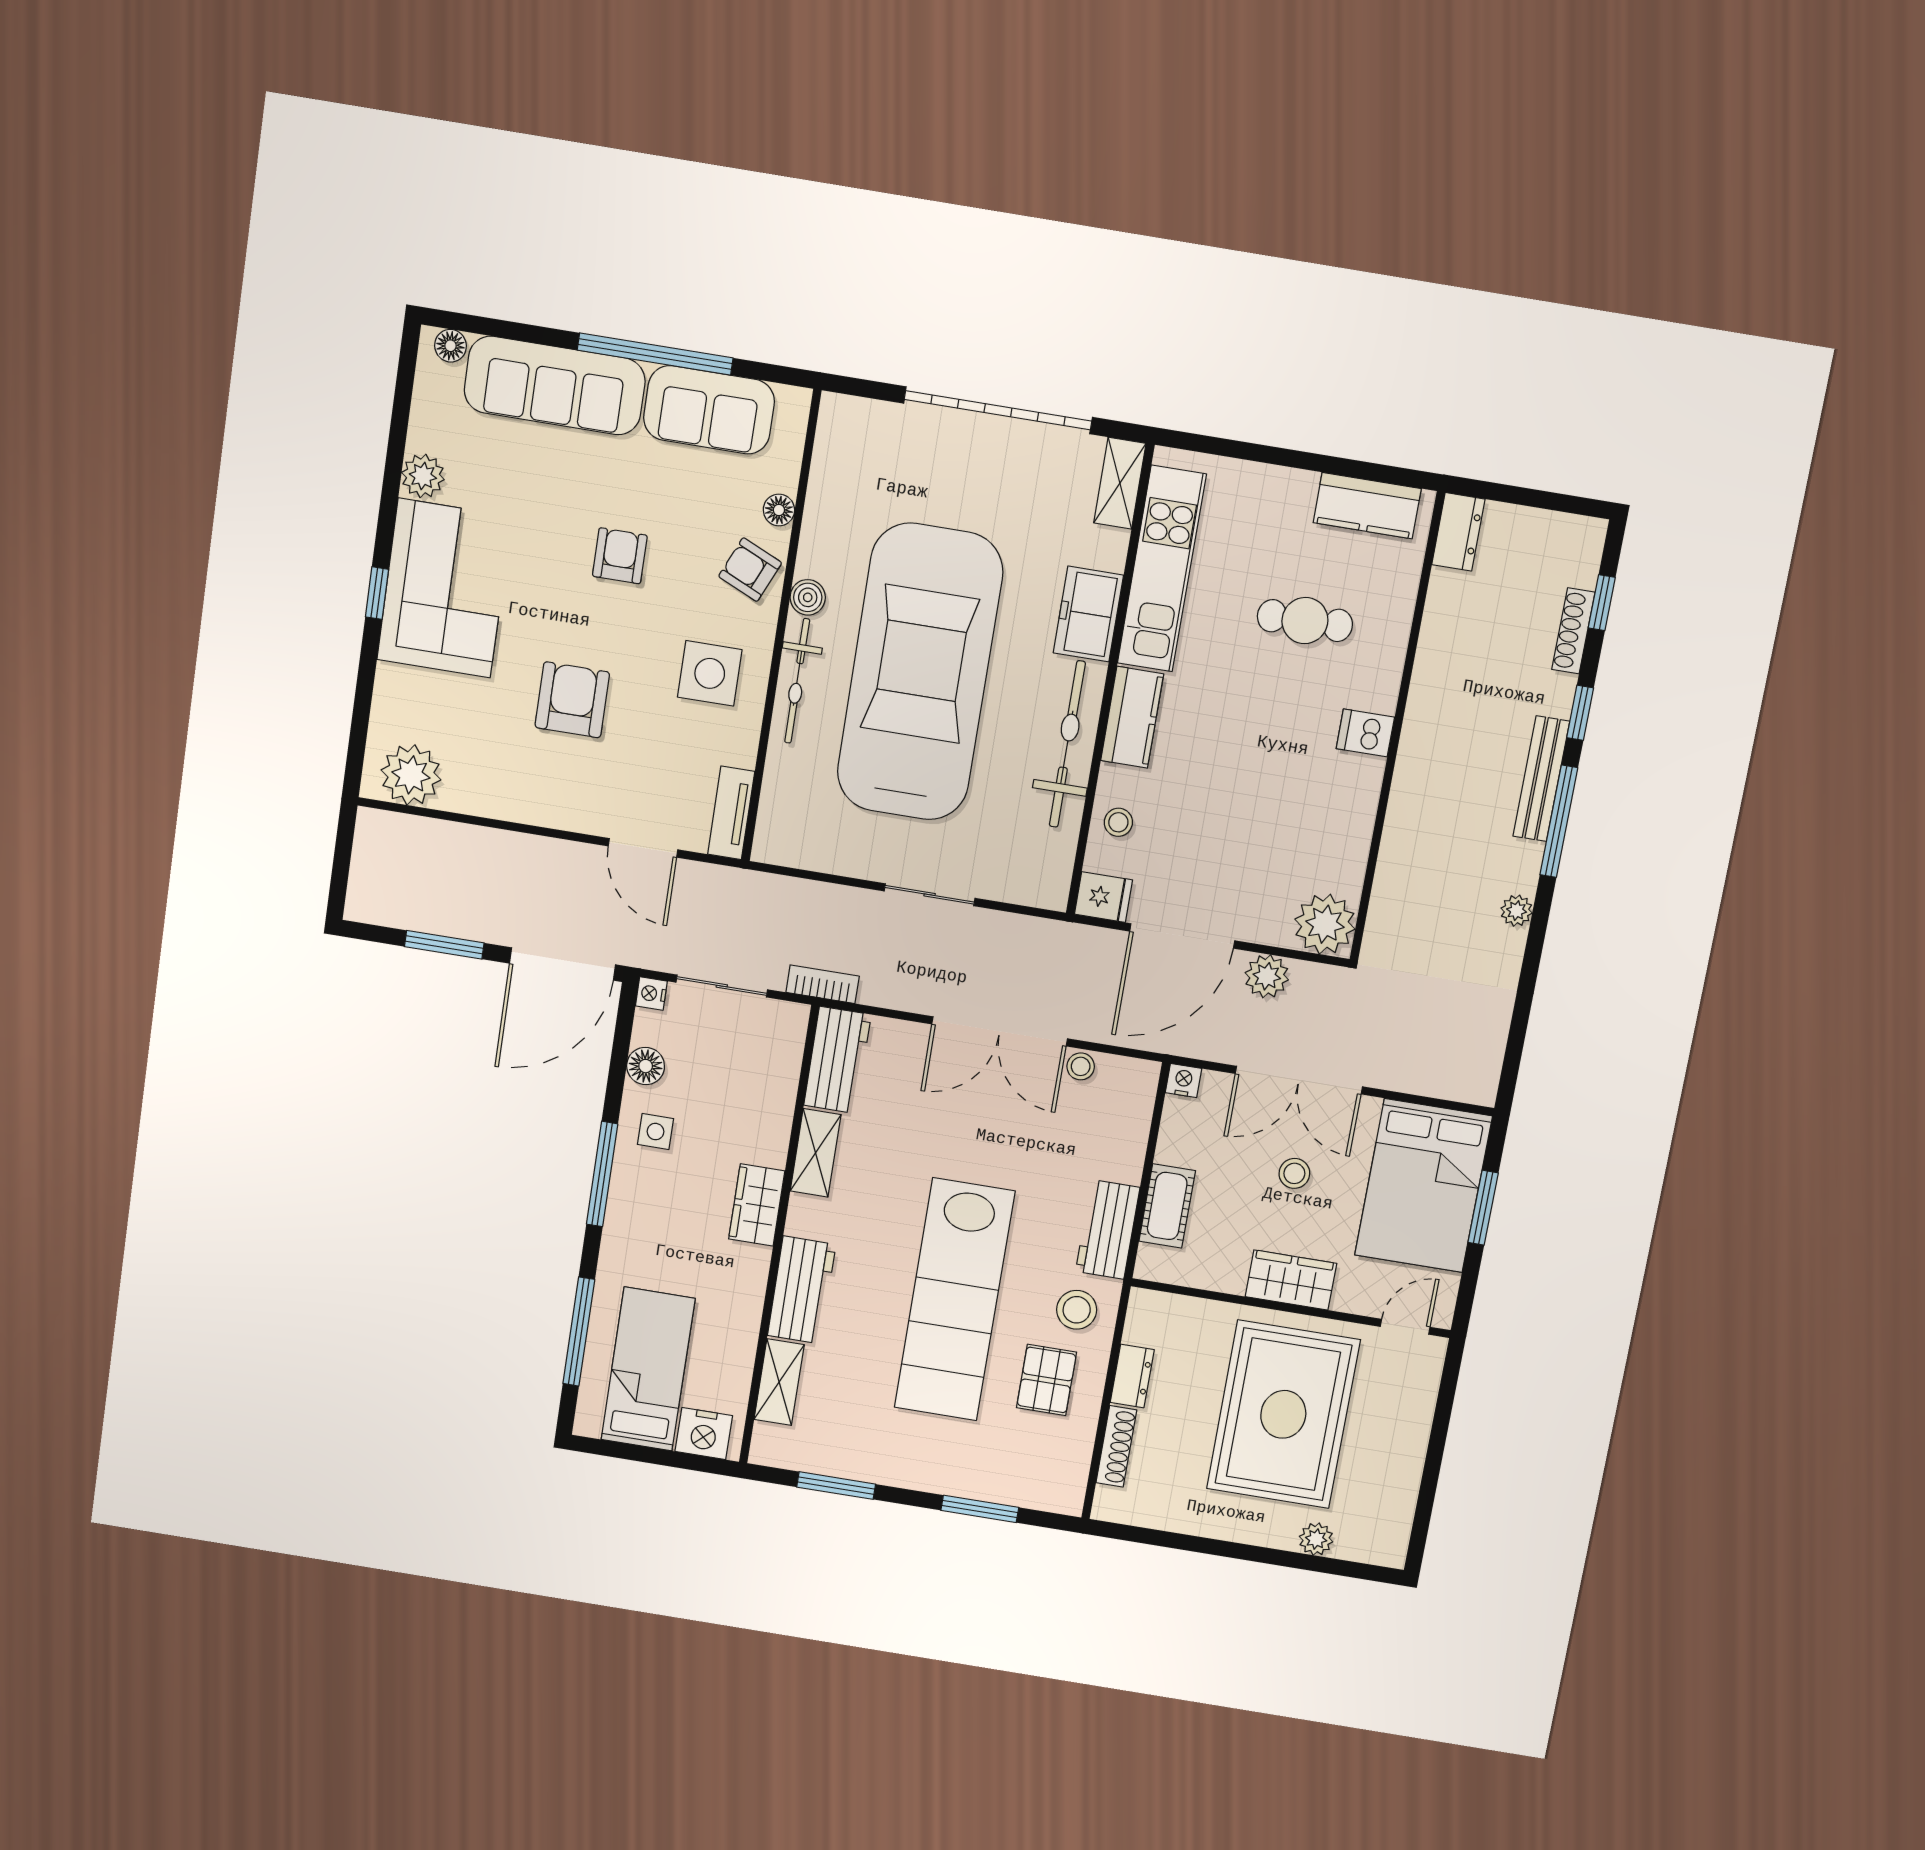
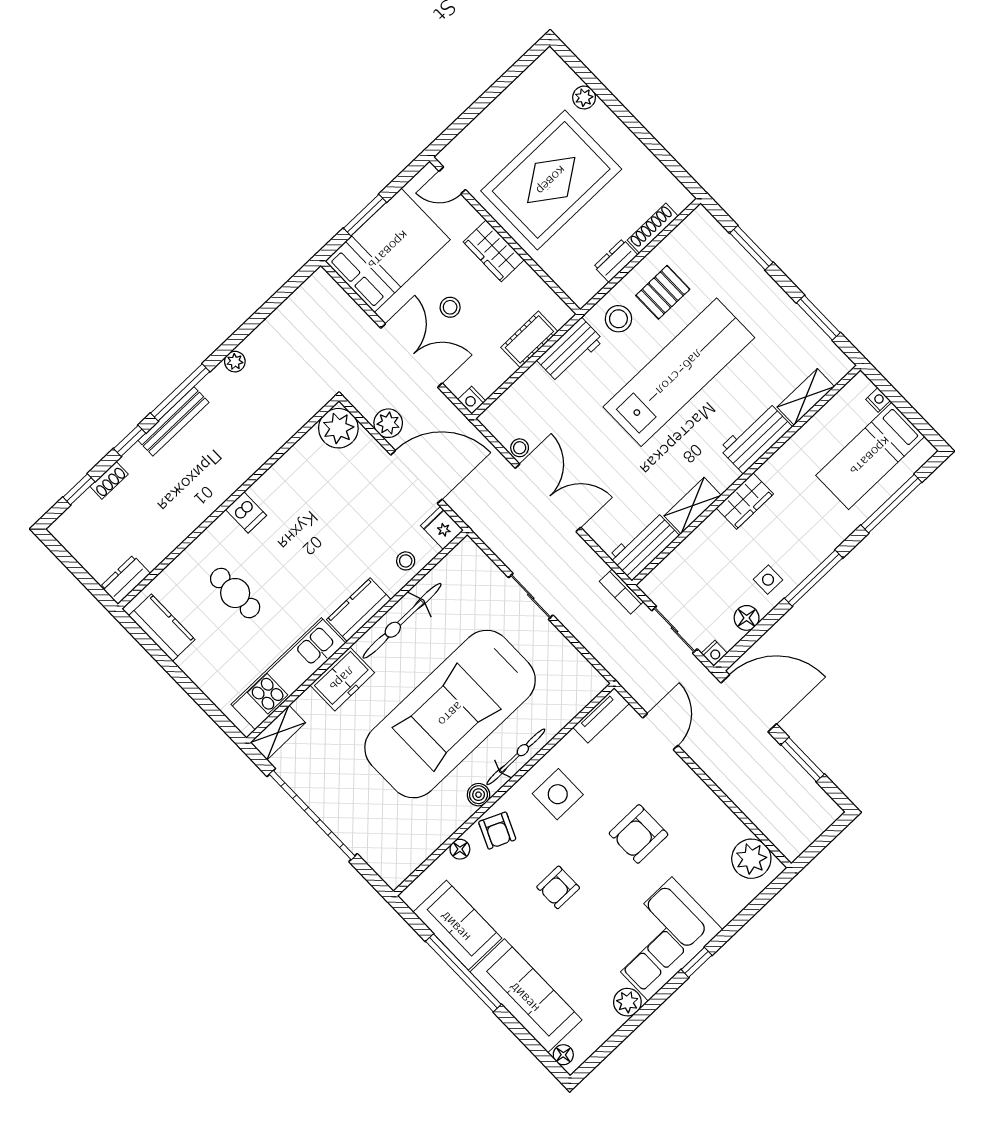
shoe rack: (1573, 631) -> (109, 480), width x0.70
nightstand: (704, 1434) -> (878, 400), width x0.53, depth x0.56

